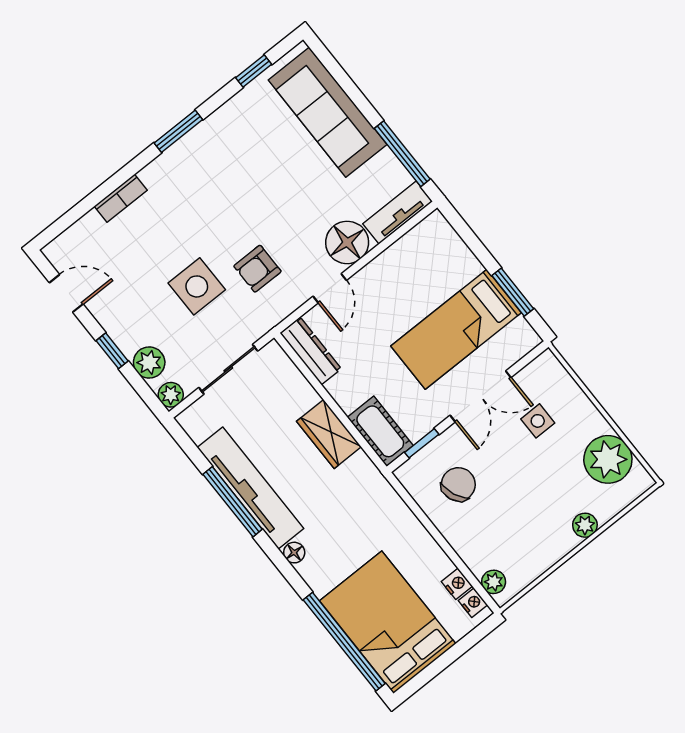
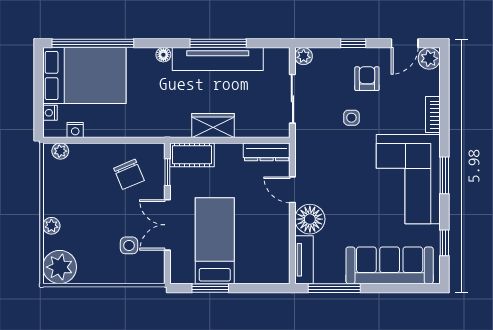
corner sofa: (215, 168) -> (408, 179), added
armchair: (257, 269) -> (367, 79), moved
side table: (197, 286) -> (351, 118), width x0.54, depth x0.54
plant: (149, 363) -> (429, 58), moved
plant: (608, 459) -> (60, 267), moved
nightstand: (473, 603) -> (50, 113), moved, turned 90

